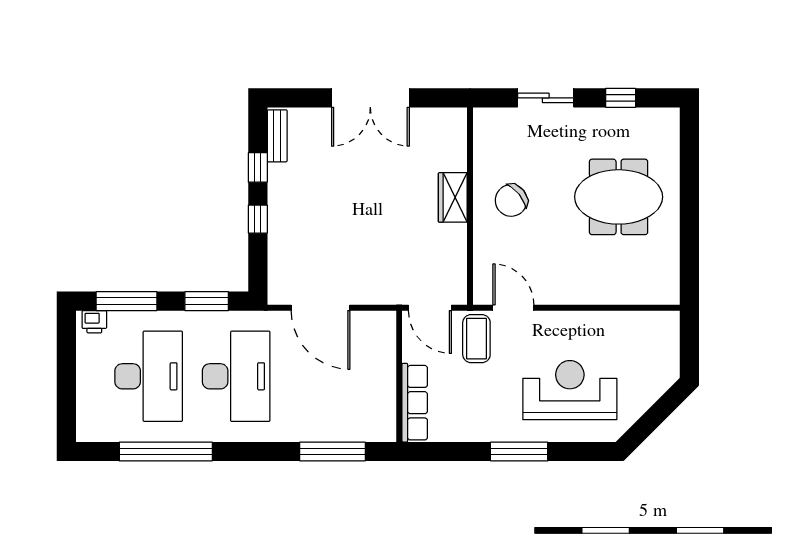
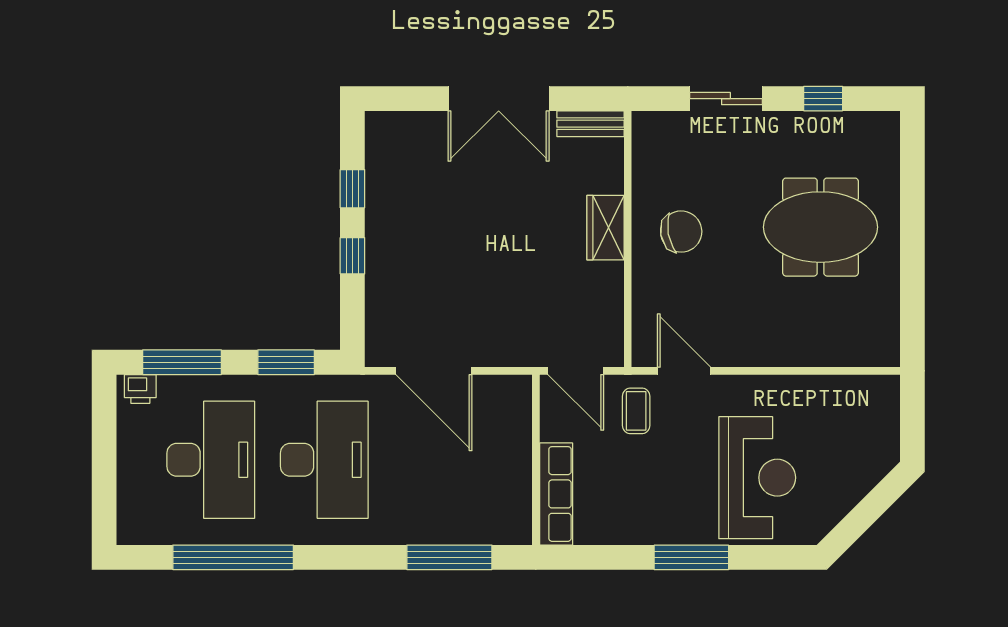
bench: (277, 136) -> (590, 124), moved, turned 90
chair: (511, 200) -> (681, 232), turned -151
coffee table: (476, 339) -> (636, 411), width x0.73, depth x0.77
reception desk: (570, 390) -> (757, 478), turned 90

